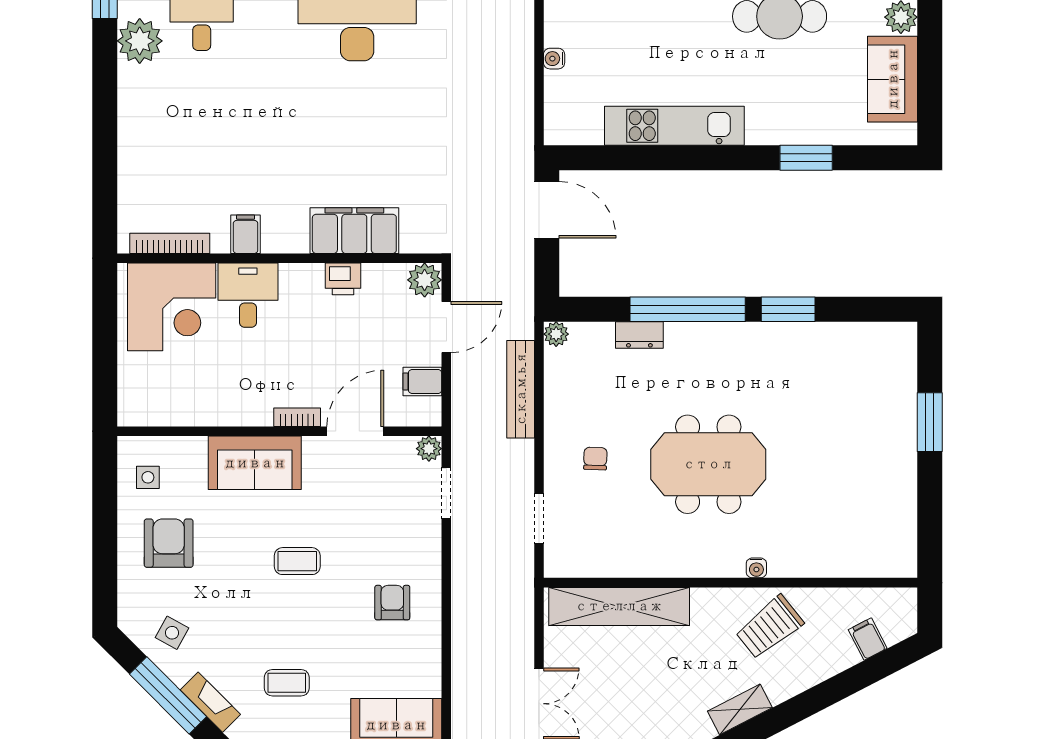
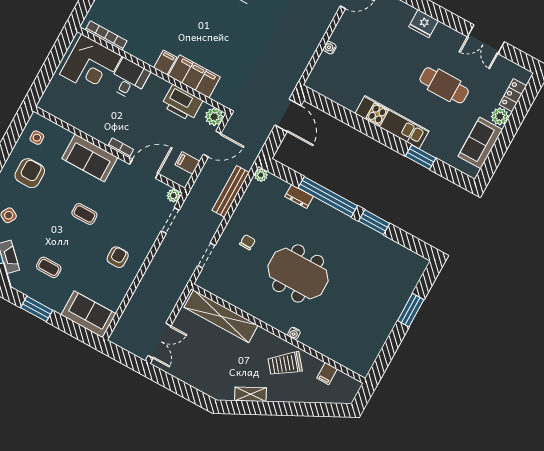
kitchen unit: (674, 126) -> (392, 122), moved
filing cabinet: (246, 234) -> (165, 62), moved
printer: (343, 279) -> (182, 103), width x1.87, depth x1.48
filing cabinet: (868, 639) -> (327, 373), moved, turned -153

